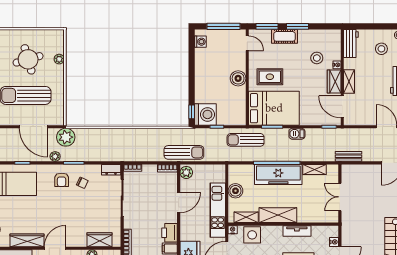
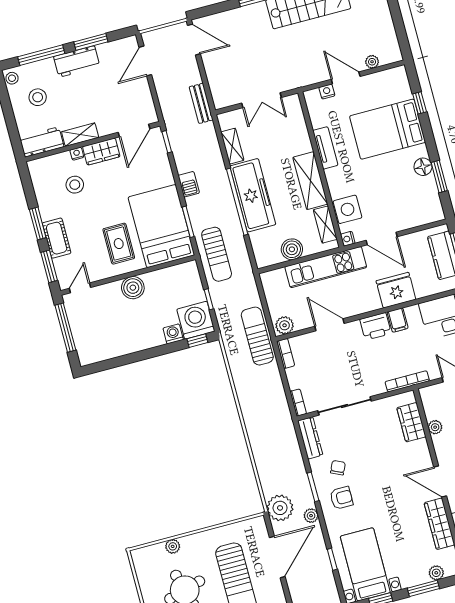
washing machine: (200, 42) -> (173, 334), moved
shelving: (349, 81) -> (80, 135), moved
dresser: (111, 170) -> (310, 438), width x1.44

